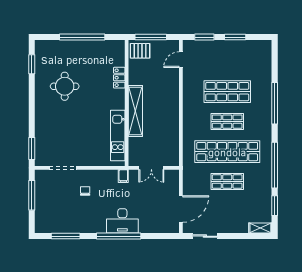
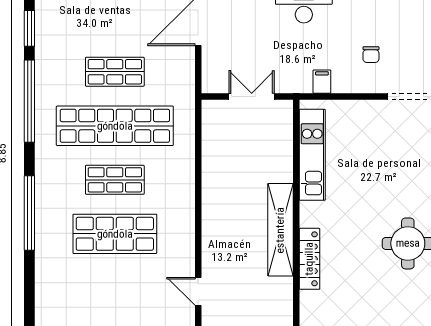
pallet: (140, 51) -> (272, 307), removed
door: (181, 60) -> (198, 291), swing flipped
locker: (119, 78) -> (309, 259), width x1.53
shelving: (135, 111) -> (280, 230), moved
filing cabinet: (123, 176) -> (322, 82), moved

